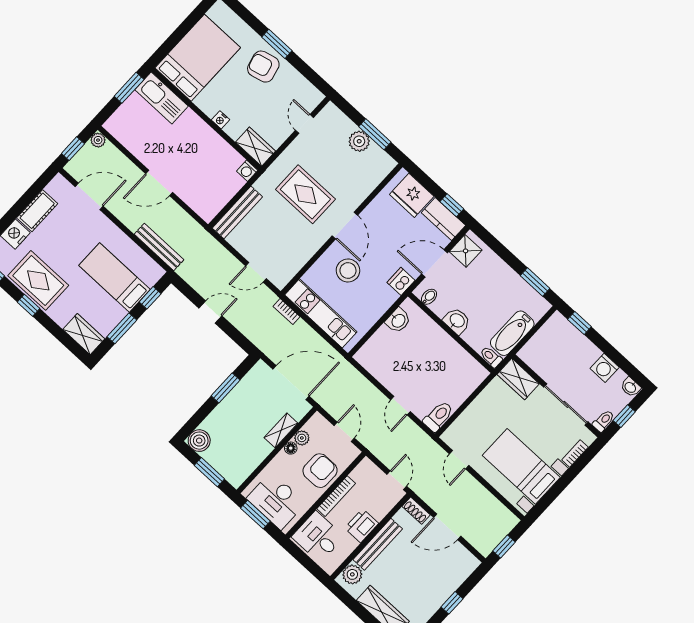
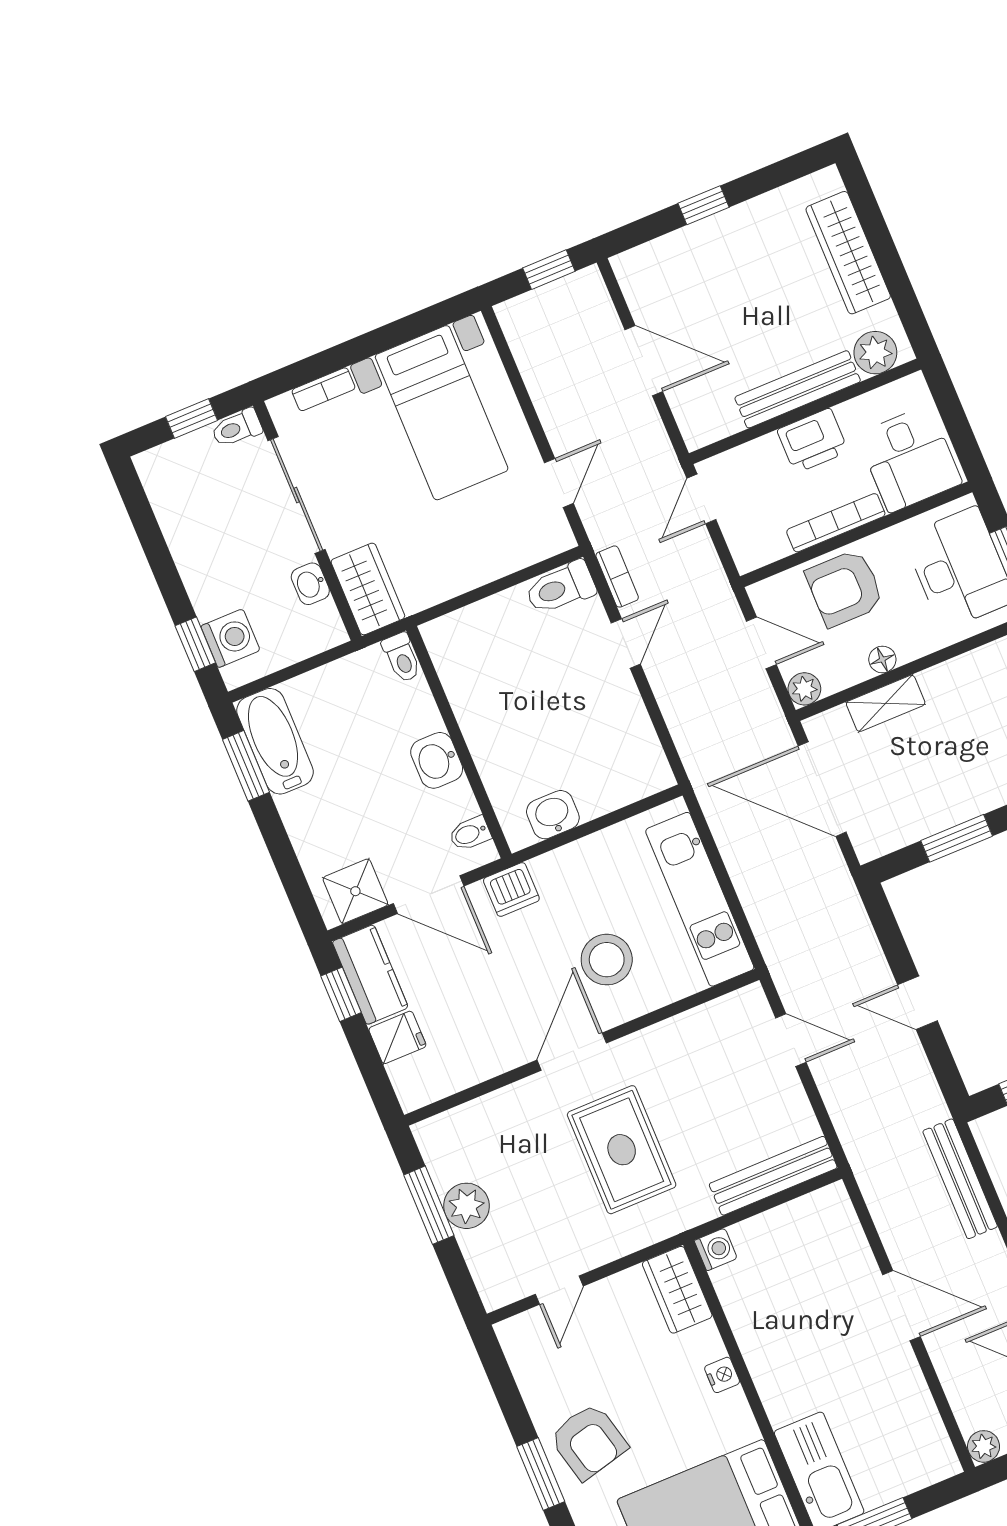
fridge: (412, 195) -> (397, 1037), width x0.53, depth x0.75
bookcase: (287, 312) -> (617, 577), moved
bathtub: (512, 333) -> (275, 741), moved, turned -90
washing machine: (605, 368) -> (230, 638), moved
washbasin: (631, 387) -> (310, 584), moved, turned 180
door: (344, 432) -> (761, 643), swing flipped
plant: (302, 438) -> (804, 689), moved
shoe rack: (416, 511) -> (691, 421), removed

